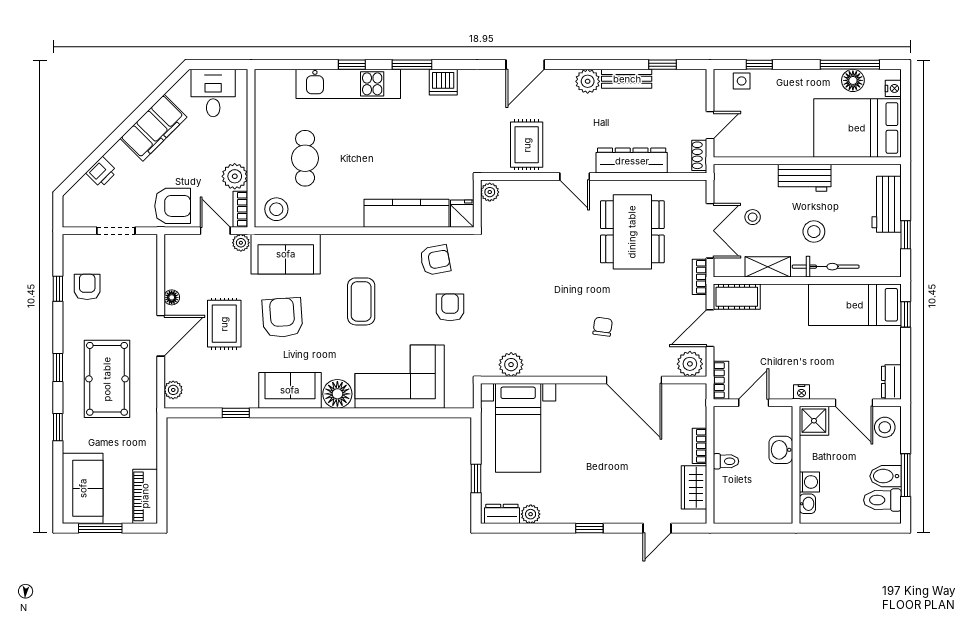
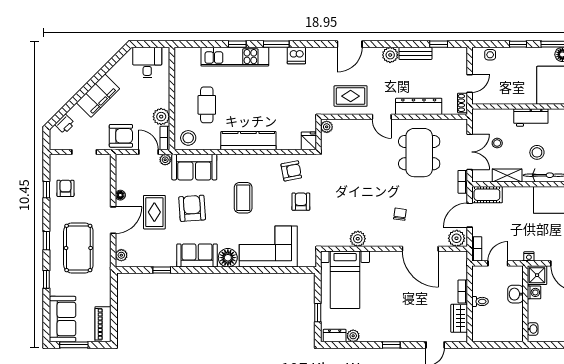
window: (759, 65) -> (518, 44), moved
filing cabinet: (154, 128) -> (98, 96), moved
rug: (527, 145) -> (351, 96), turned 90
printer: (102, 172) -> (65, 124), moved
kitchen counter: (406, 213) -> (248, 141), moved
plant: (511, 365) -> (358, 239), moved
washing machine: (809, 482) -> (534, 292), moved

